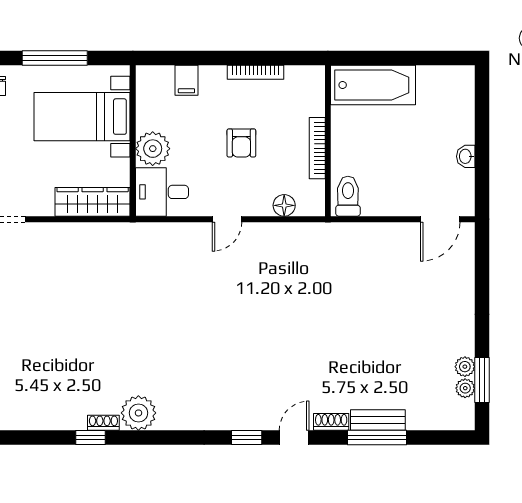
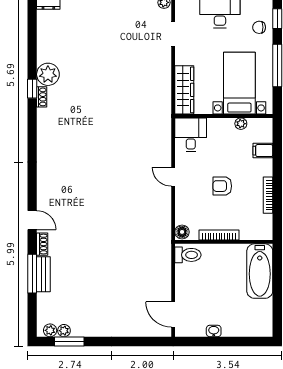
plant: (153, 149) -> (241, 124), moved, width x0.53, depth x0.53
floor lamp: (284, 205) -> (182, 232), moved
plant: (465, 367) -> (50, 330), moved
plant: (138, 413) -> (48, 74), moved
window: (247, 437) -> (32, 189), removed

